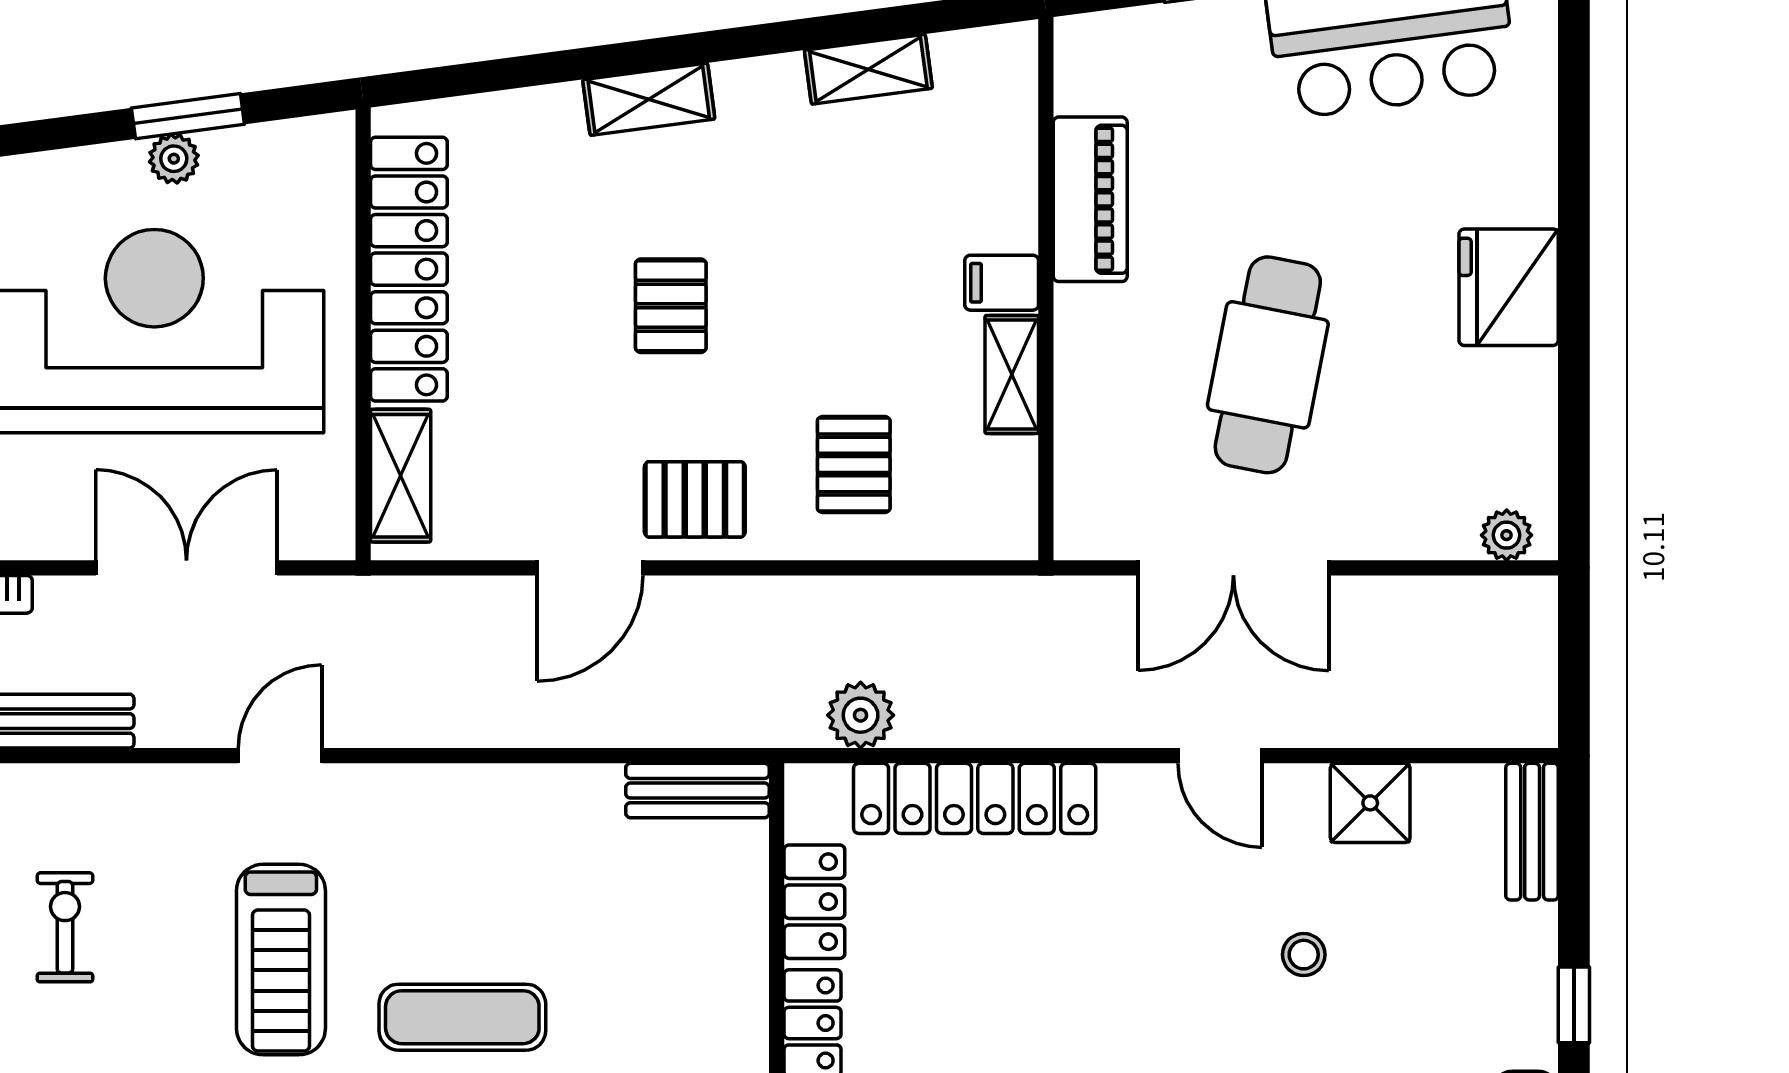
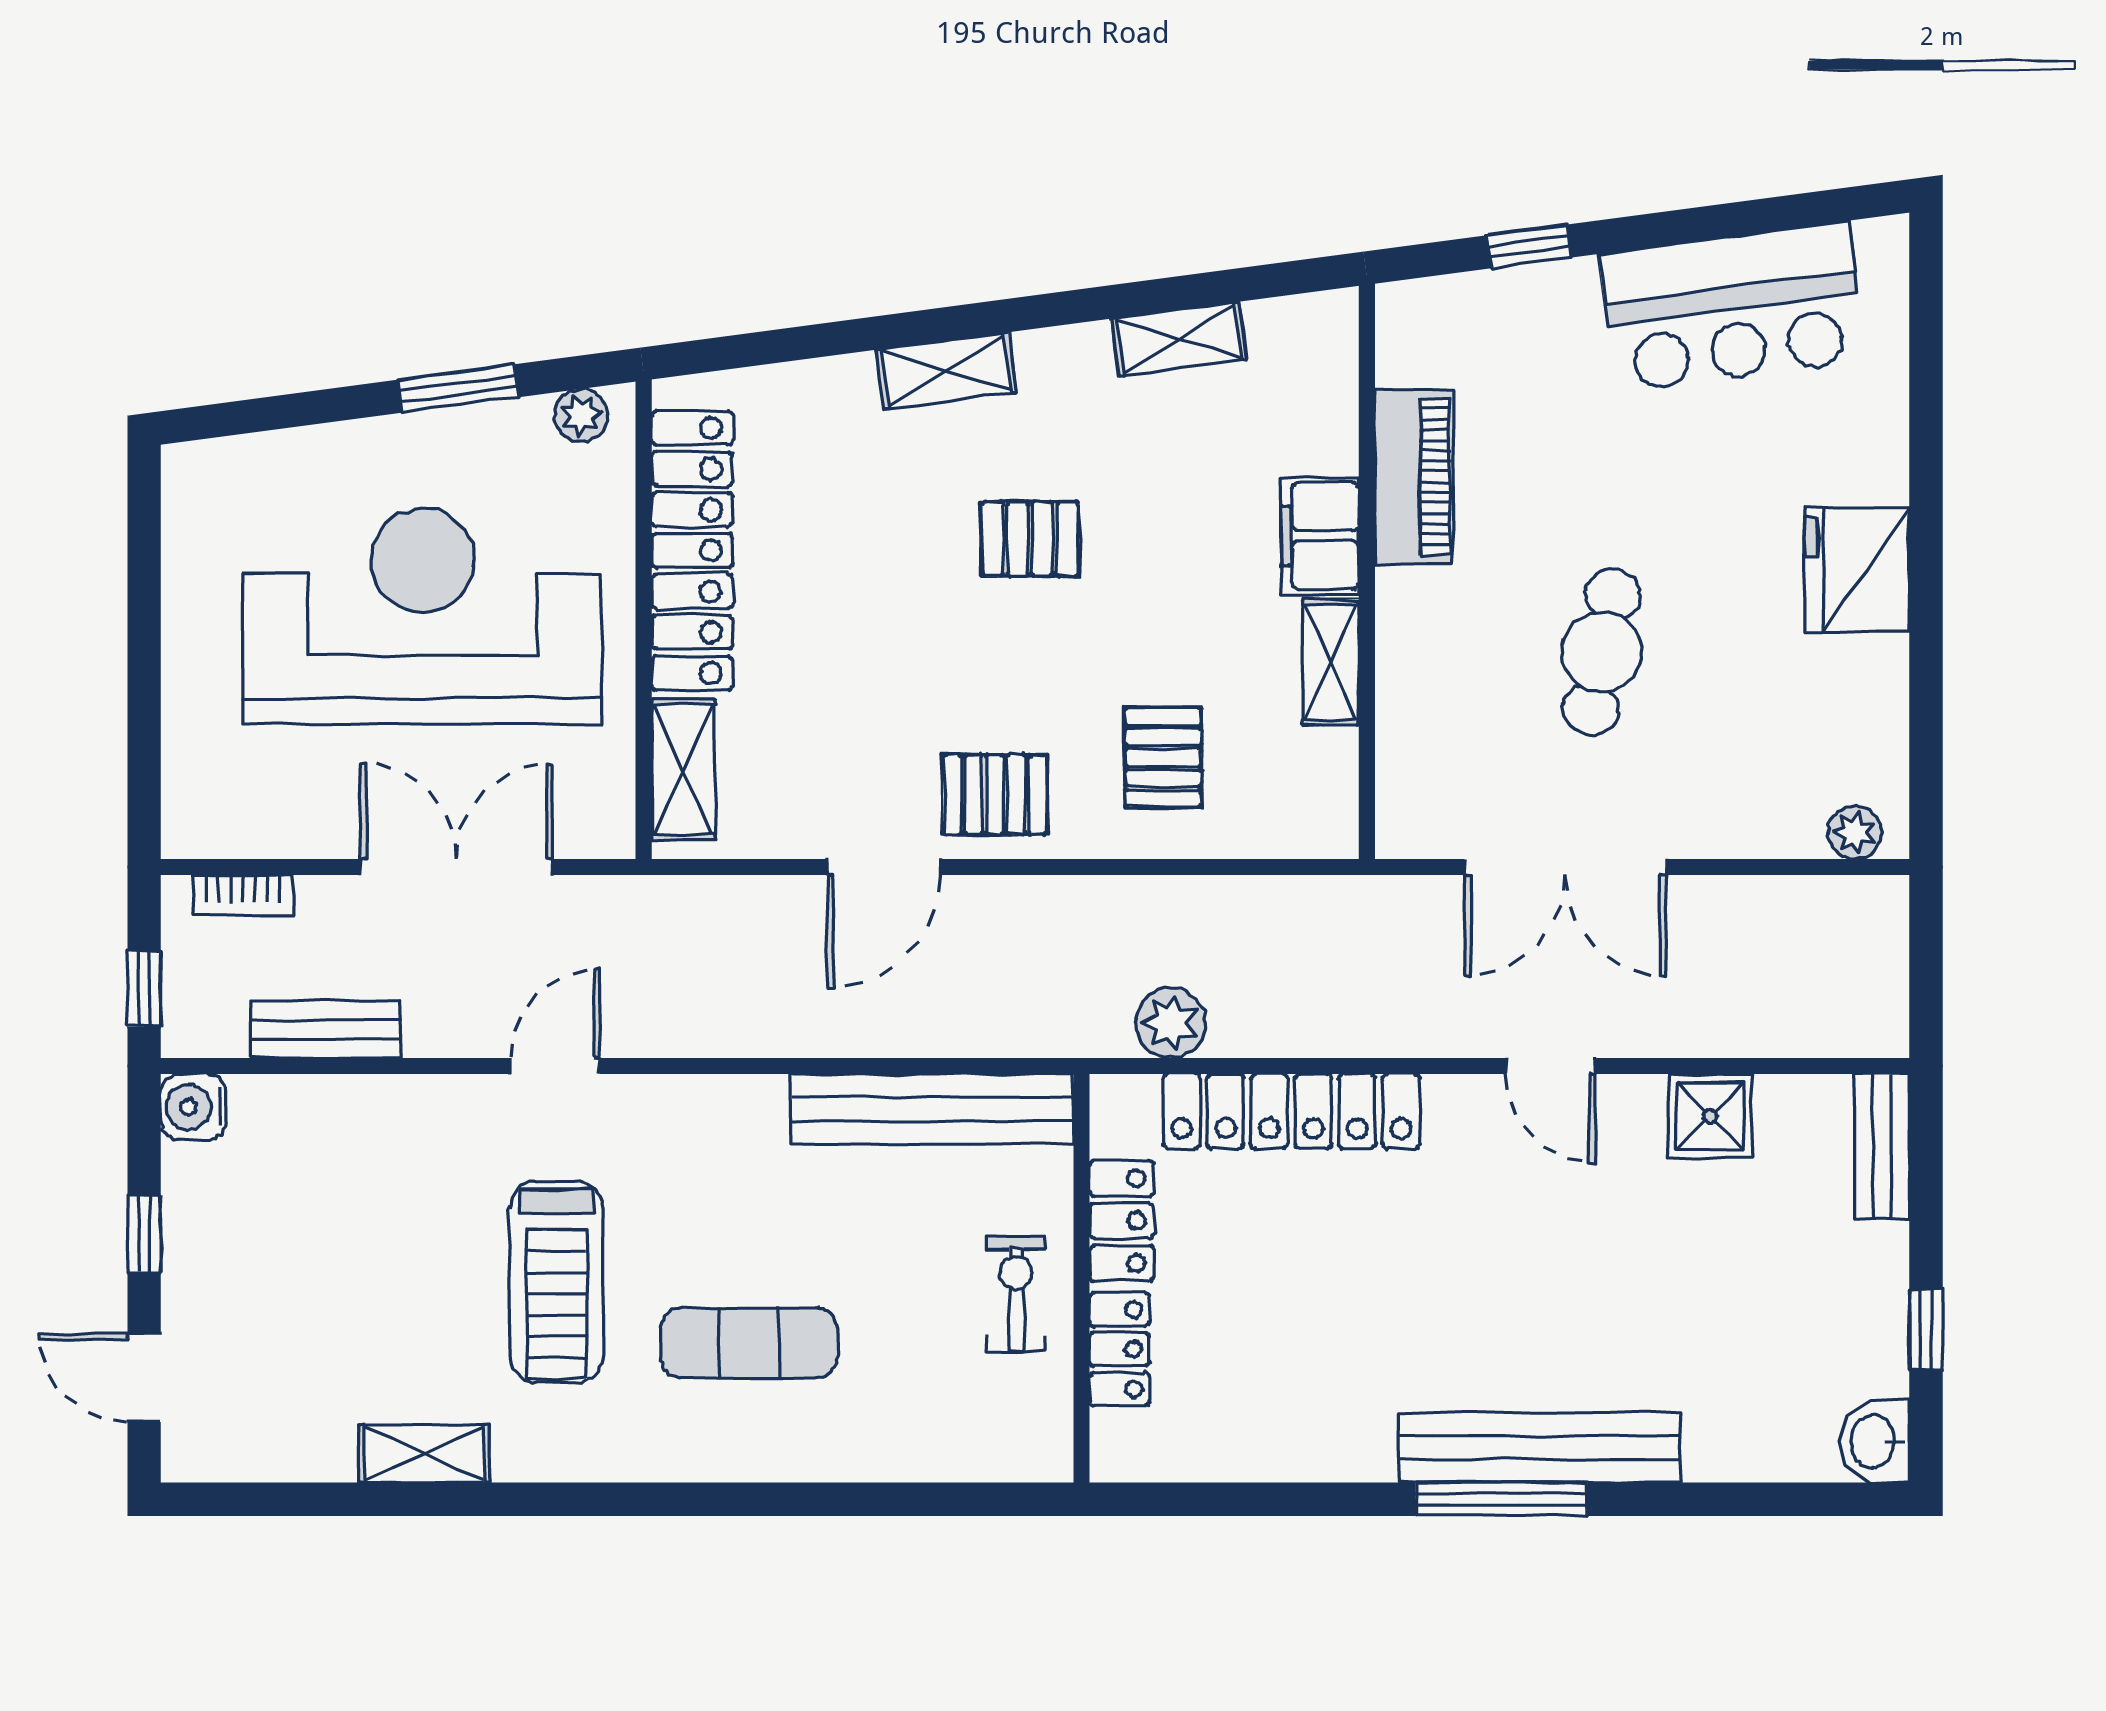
plant: (174, 159) -> (581, 415), moved
filing cabinet: (1002, 283) -> (1320, 536), width x2.00
pallet: (671, 306) -> (1030, 539), moved, turned 90
cafe table: (1268, 365) -> (1602, 652), width x0.73, depth x0.74
bench: (697, 791) -> (932, 1109), width x1.86, depth x1.21
exercise bike: (65, 927) -> (1016, 1294), moved
stool: (1304, 955) -> (1640, 1277), removed

